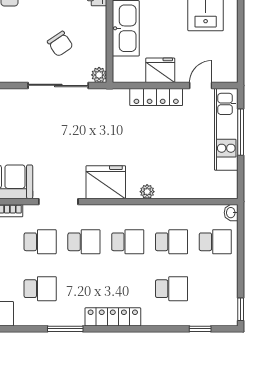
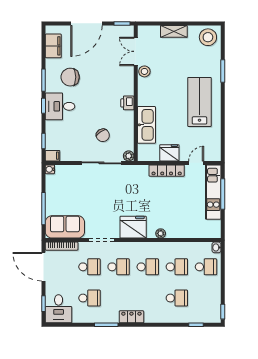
locker: (113, 317) -> (131, 317), width x0.66

